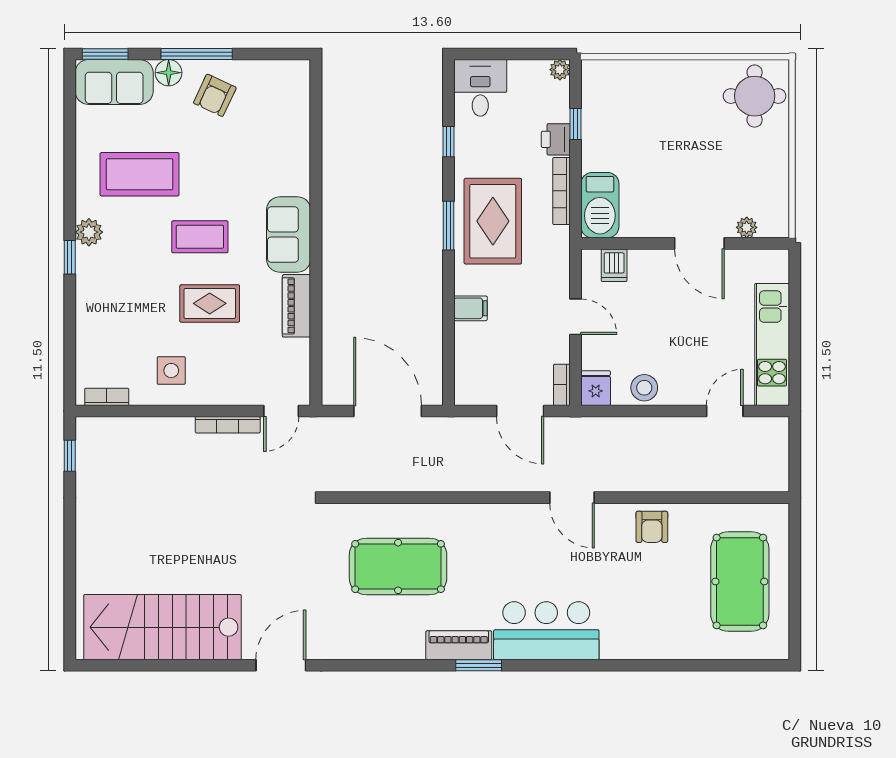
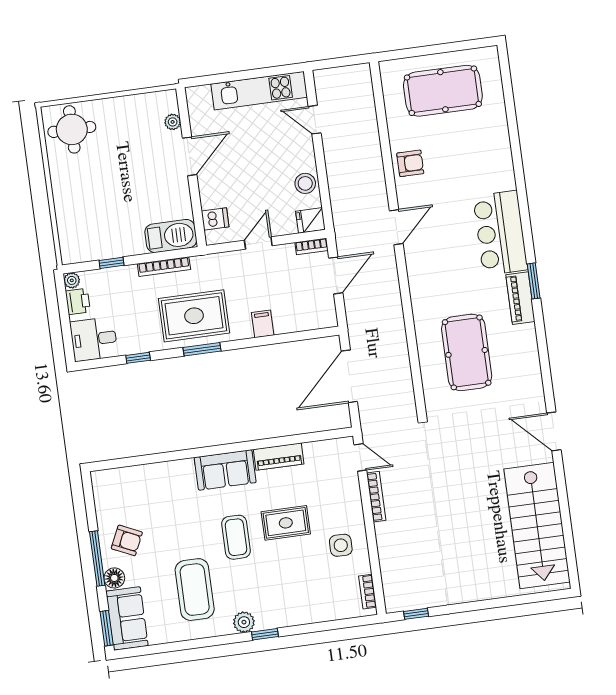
printer: (556, 139) -> (78, 302), moved, turned -90
rug: (210, 303) -> (286, 523), turned 90

